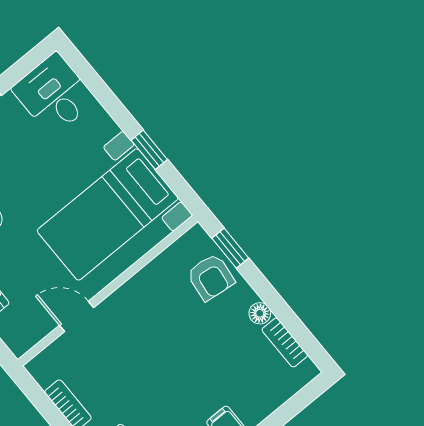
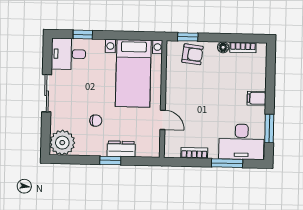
window: (149, 150) -> (83, 35), moved
door: (77, 316) -> (163, 120), swing flipped

